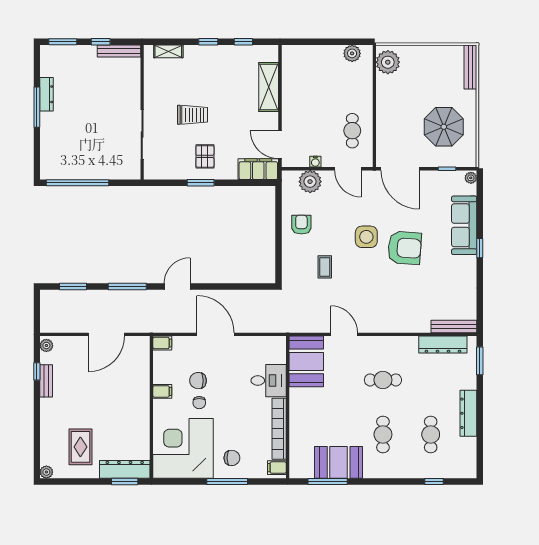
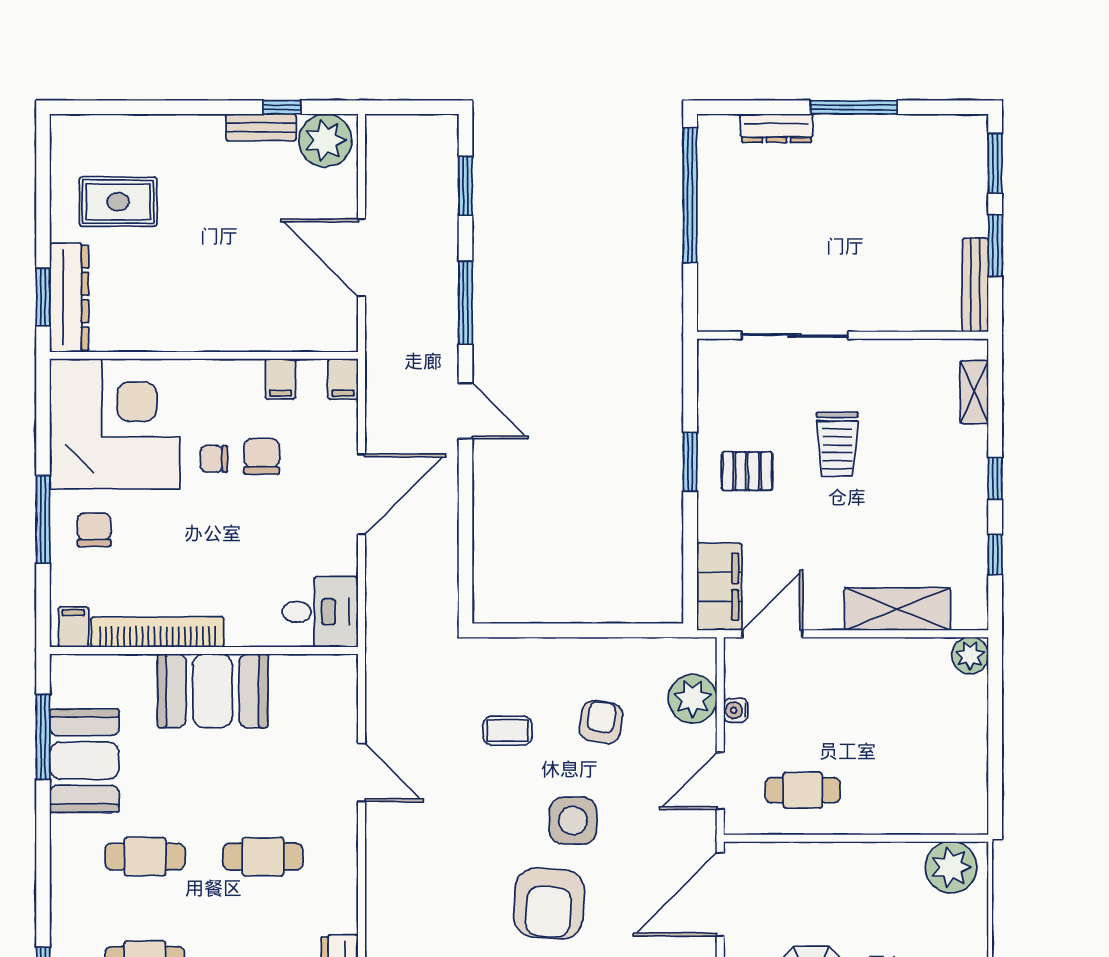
window: (101, 42) -> (995, 245), width x1.50
plant: (352, 53) -> (970, 655), moved
dresser: (47, 94) -> (777, 128), moved
armchair: (301, 225) -> (601, 722), moved, turned -81
door: (344, 334) -> (362, 773), hinge flipped
plant: (46, 345) -> (325, 140), width x1.87, depth x1.87
booth: (306, 361) -> (213, 691), moved
cafe table: (383, 380) -> (263, 857), turned 90
desk: (269, 381) -> (320, 612), moved, turned -90
filing cabinet: (162, 391) -> (281, 379), moved
chair: (232, 458) -> (94, 530), turned 180
plant: (46, 472) -> (64, 128), removed

